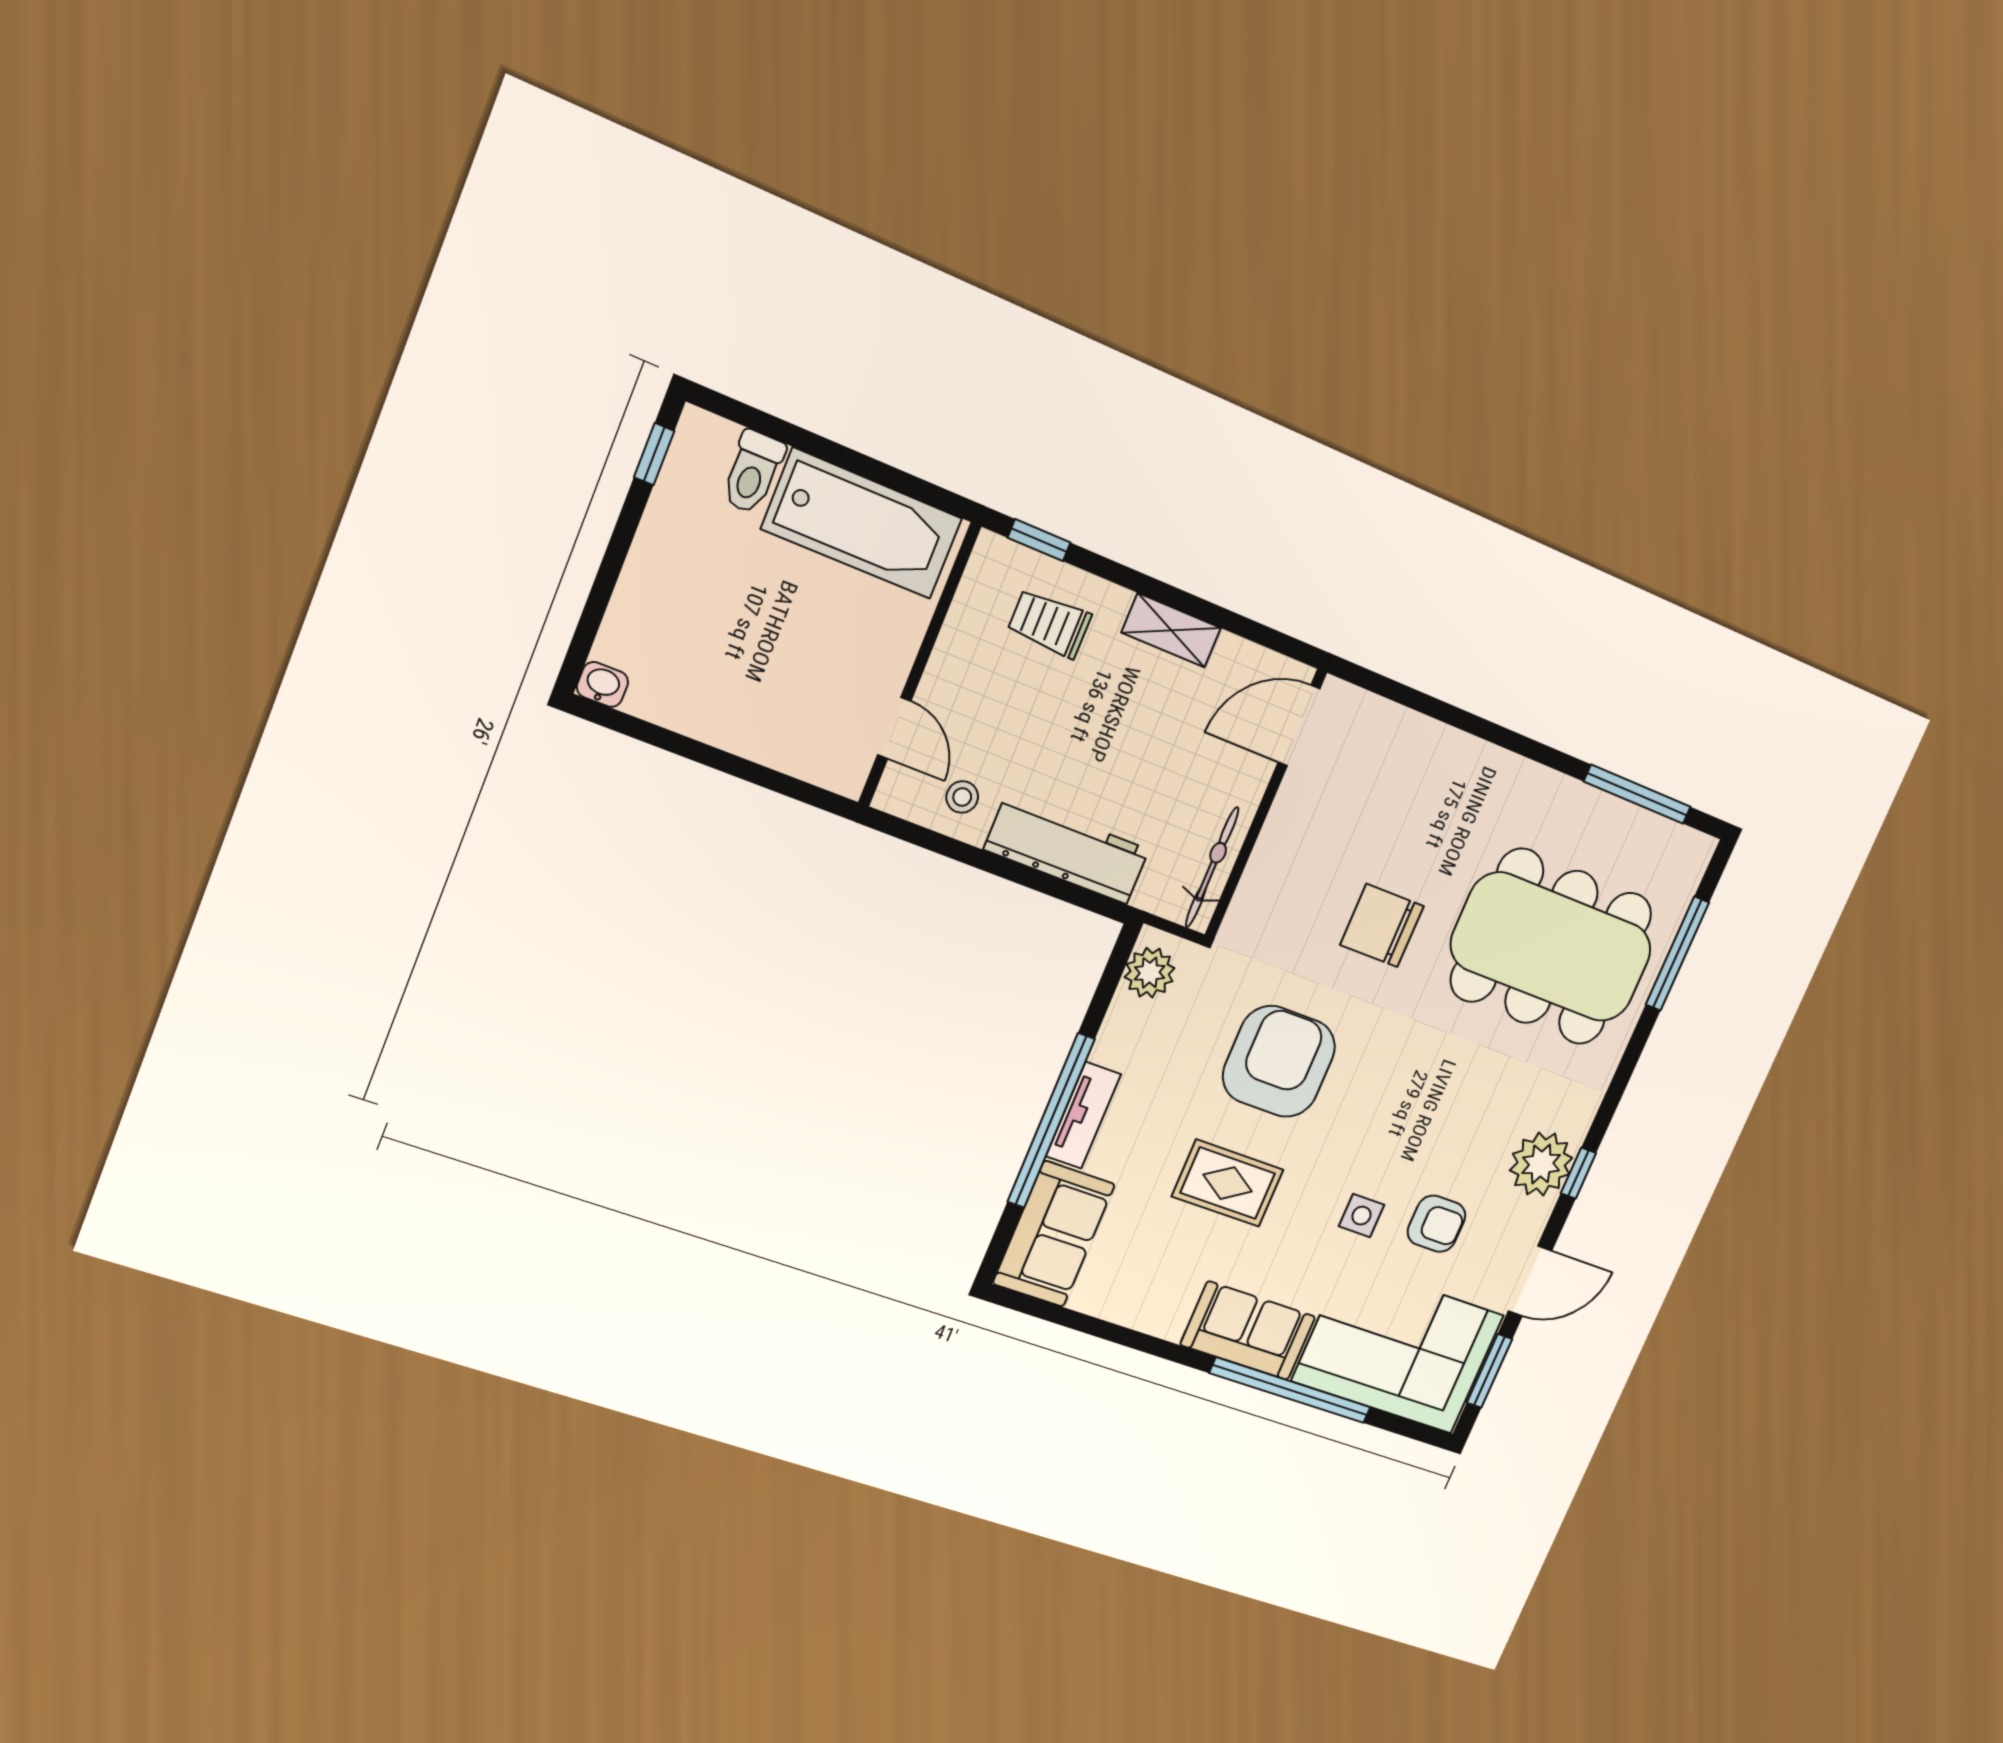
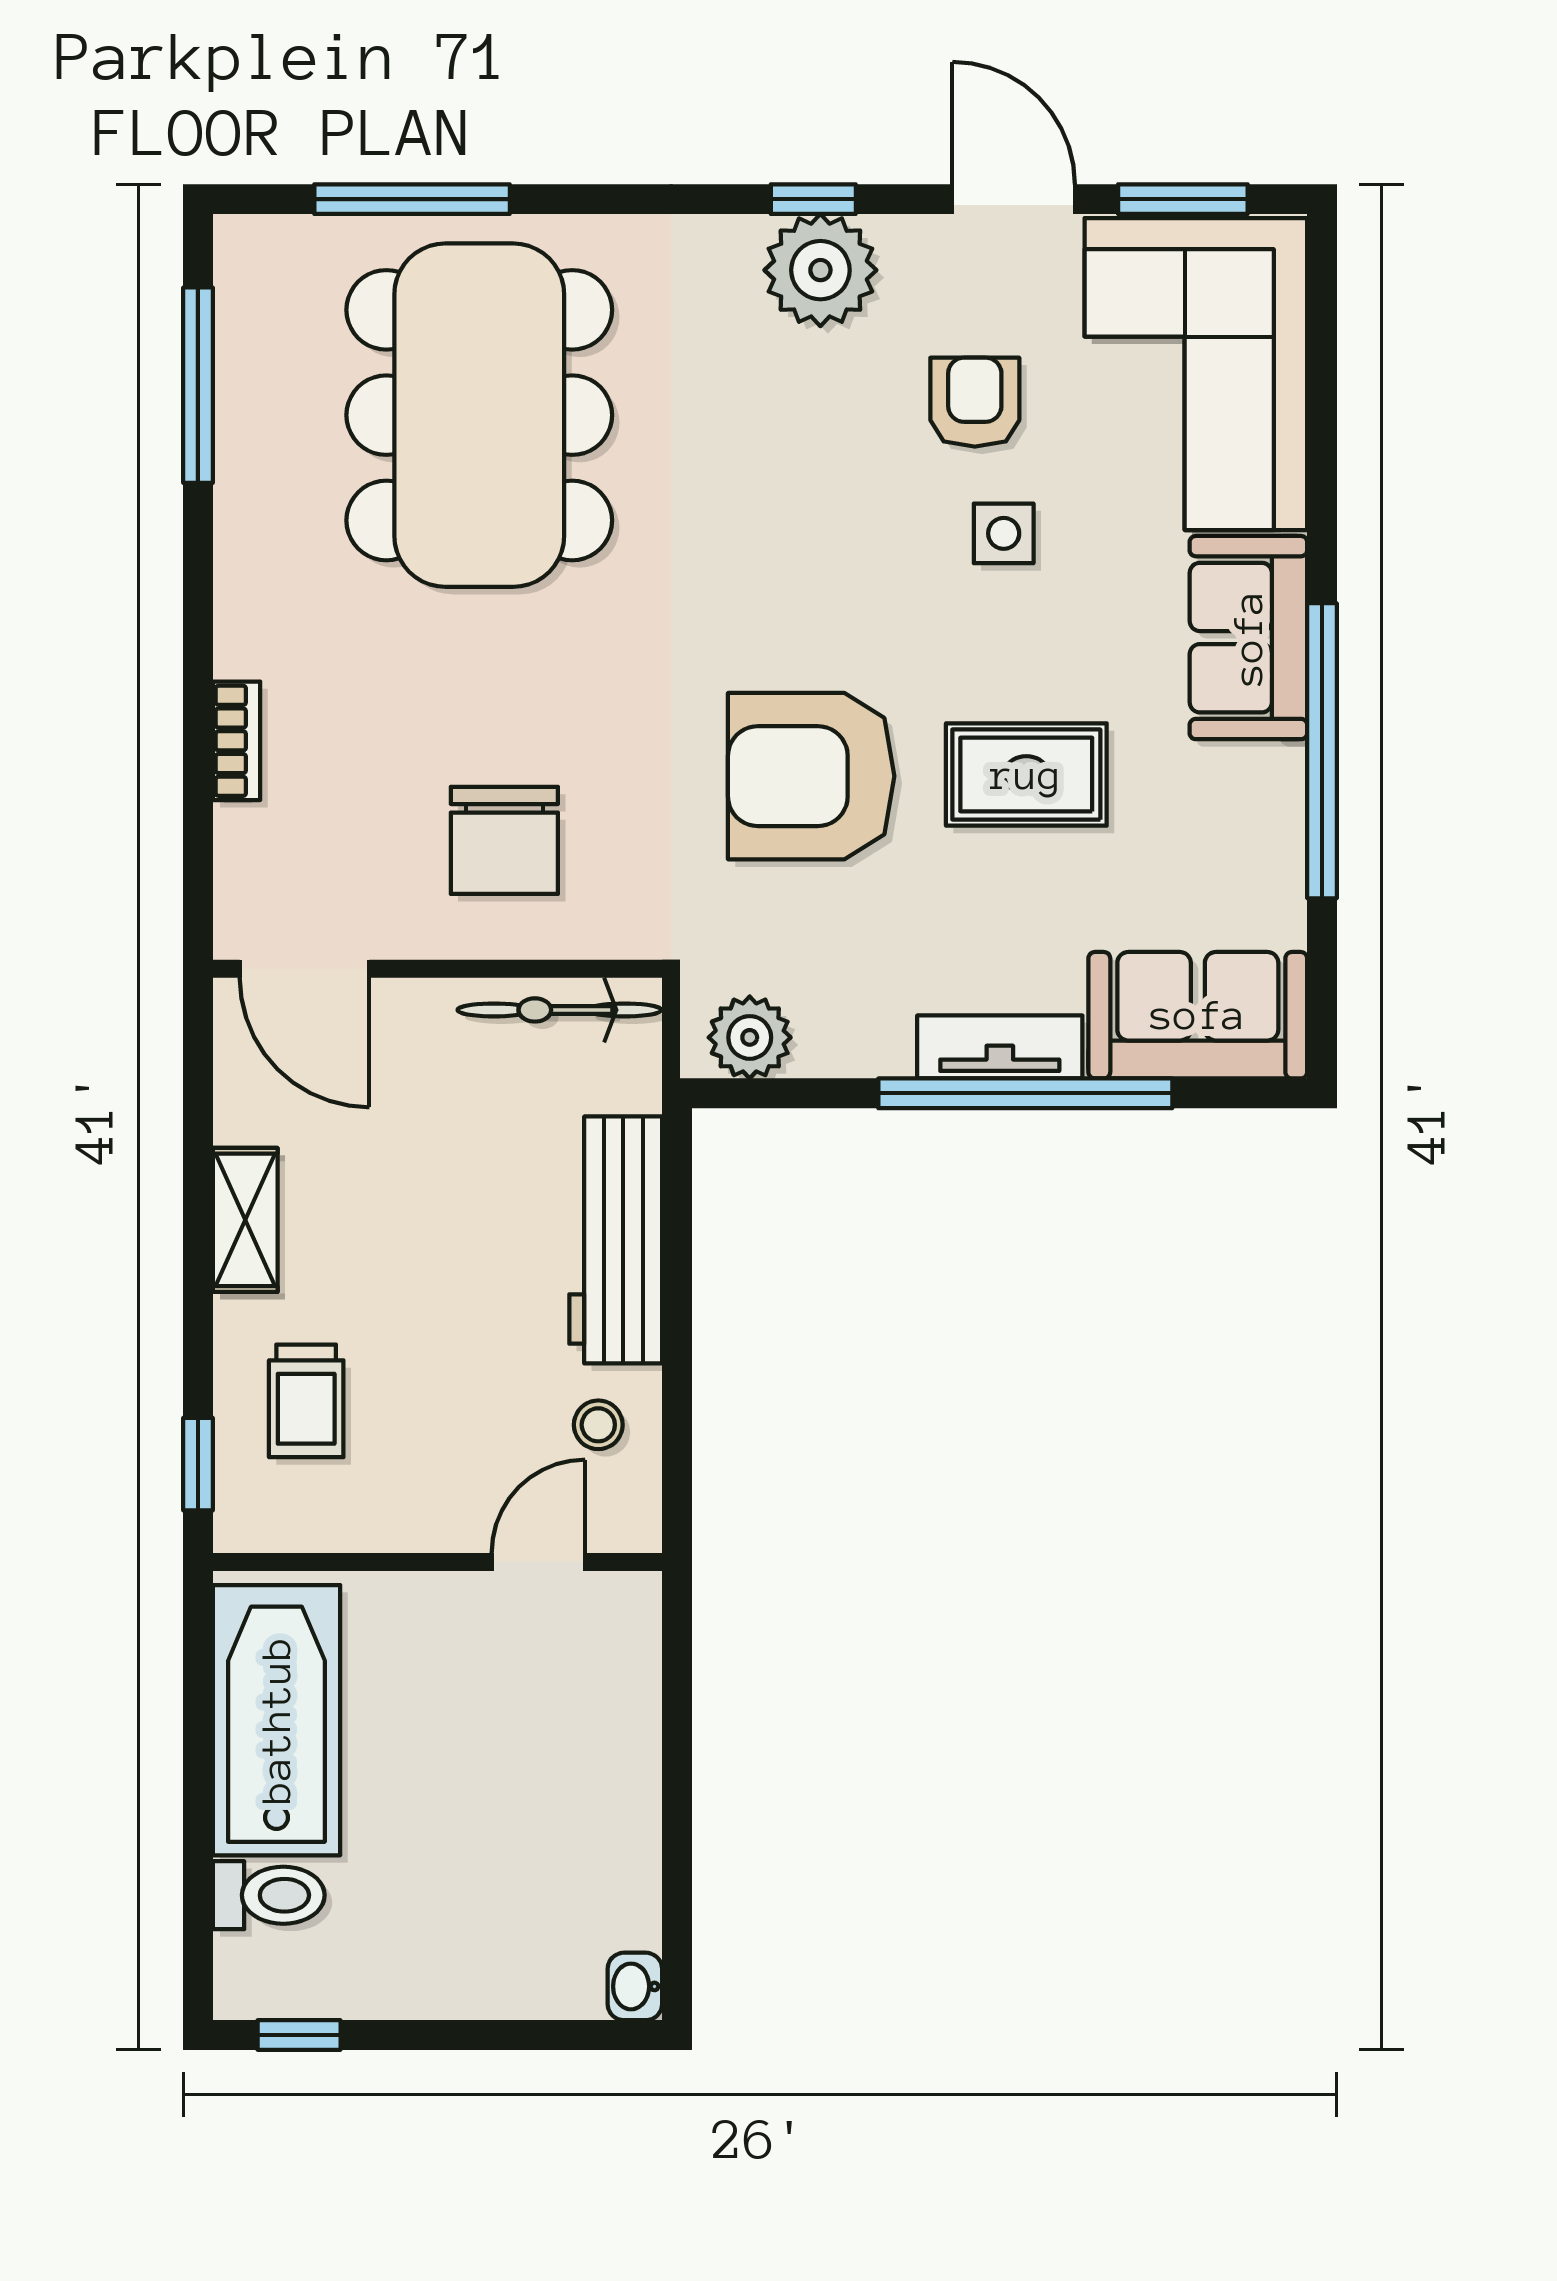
bookcase: (1441, 738) -> (236, 741), added
chair: (1382, 926) -> (504, 840), moved
rug: (1228, 1183) -> (1026, 775), turned 90
window: (1290, 1390) -> (1322, 751), moved

